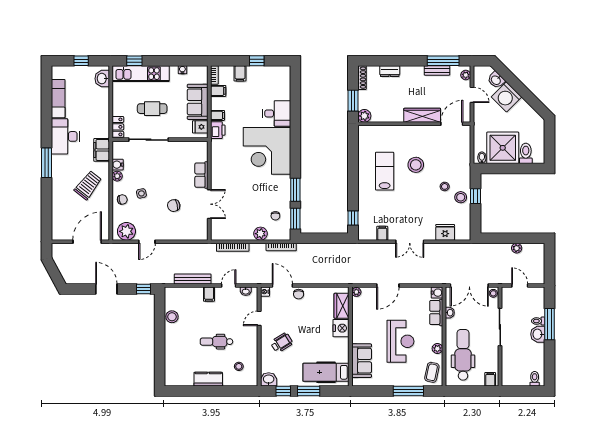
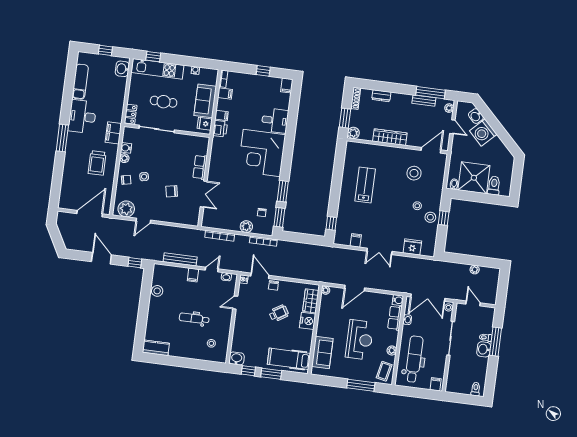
filing cabinet: (240, 73) -> (287, 86), moved
wardrobe: (422, 115) -> (390, 137), moved
stool: (416, 165) -> (414, 173), moved
trolley: (88, 185) -> (97, 163), turned 142
wheelchair: (282, 343) -> (279, 313), moved
kitchen counter: (208, 379) -> (156, 348), moved

